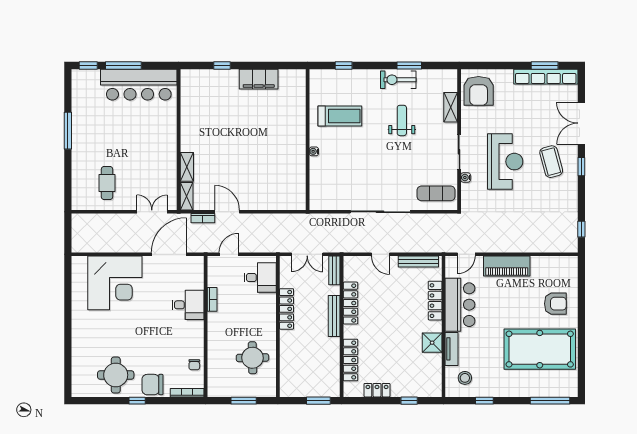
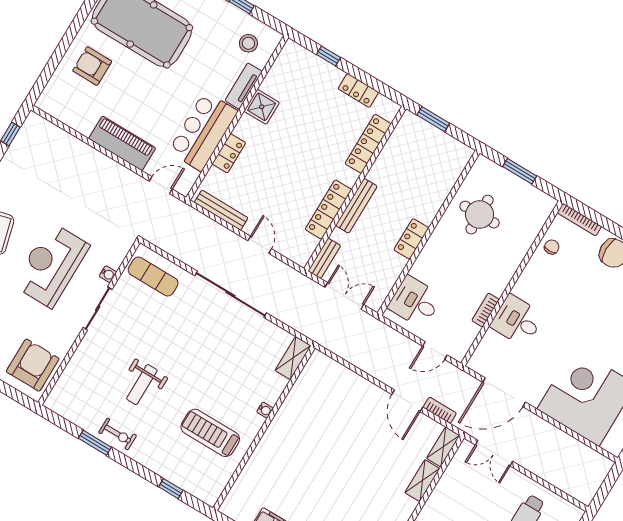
exercise bike: (398, 80) -> (118, 434), width x0.73, depth x0.72
shelving: (451, 107) -> (293, 358), moved
locker: (435, 301) -> (229, 153), width x0.66
locker: (286, 309) -> (411, 239), width x0.66

